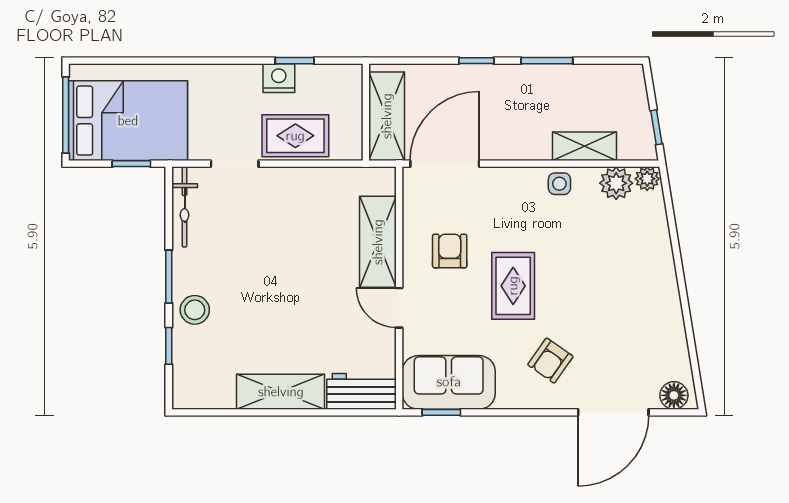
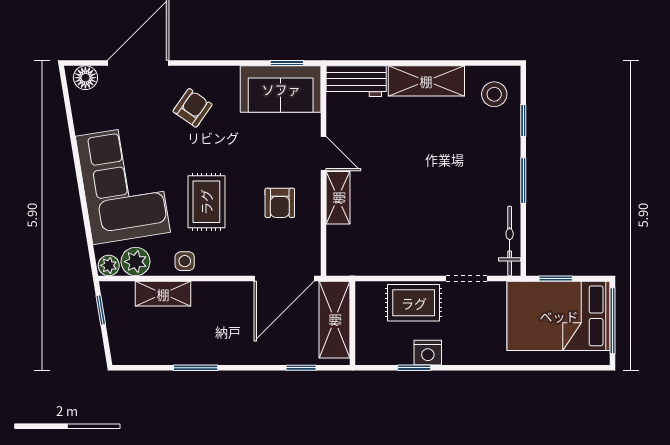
window: (476, 61) -> (301, 368), moved
shelving: (378, 242) -> (338, 198), width x0.67, depth x0.75
corner sofa: (631, 272) -> (123, 184), added
rug: (513, 286) -> (206, 202), moved
stool: (195, 310) -> (494, 94), moved

